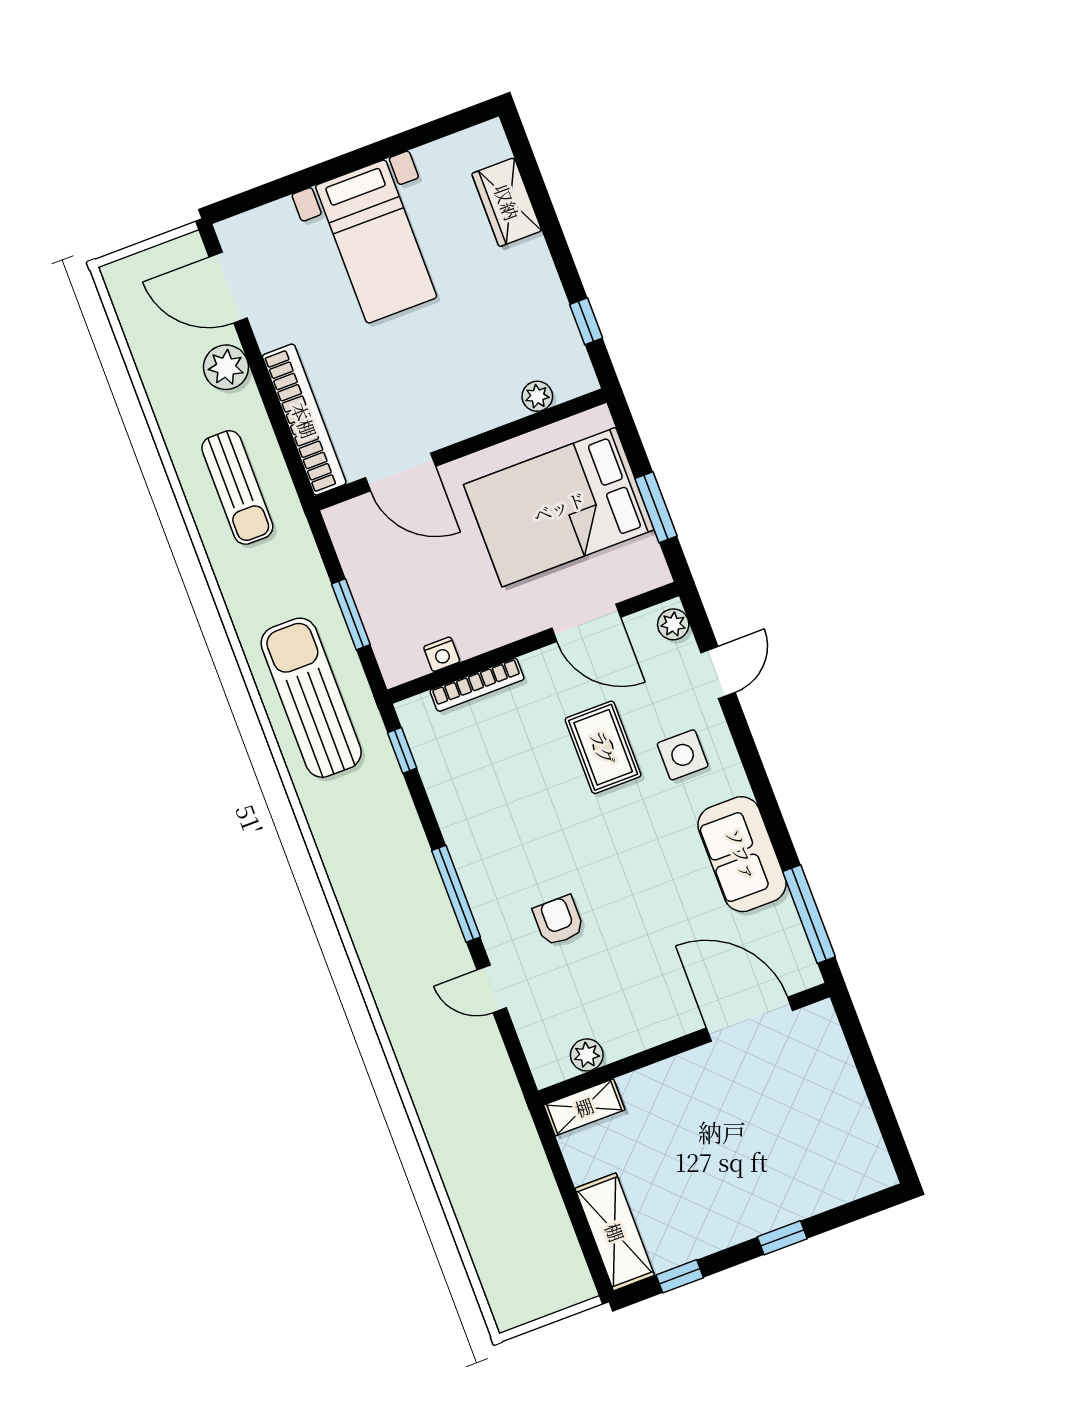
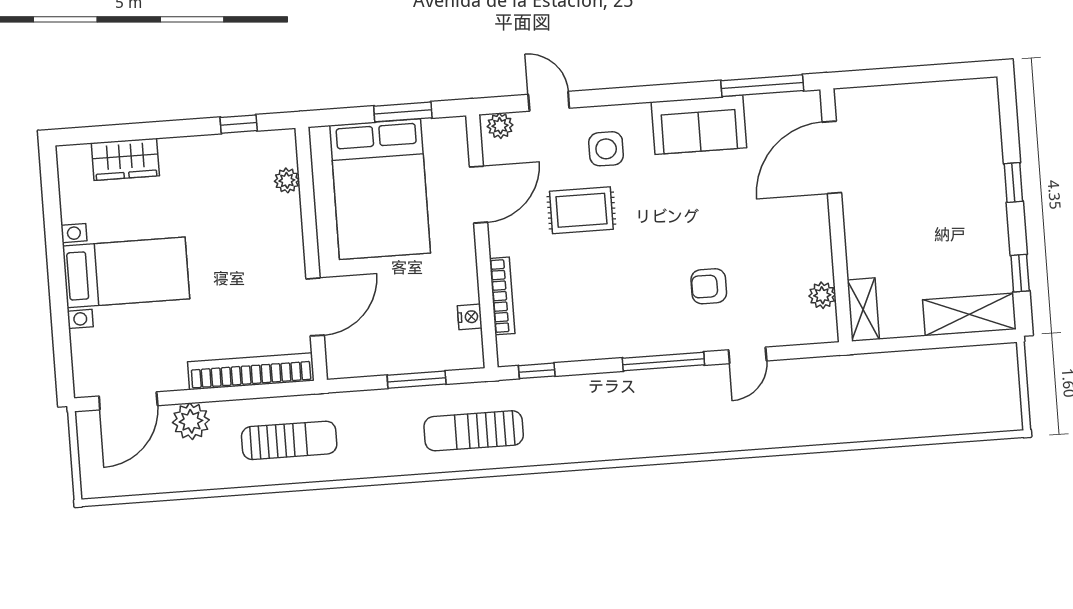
sun lounger: (311, 698) -> (474, 431), width x0.73, depth x0.75

